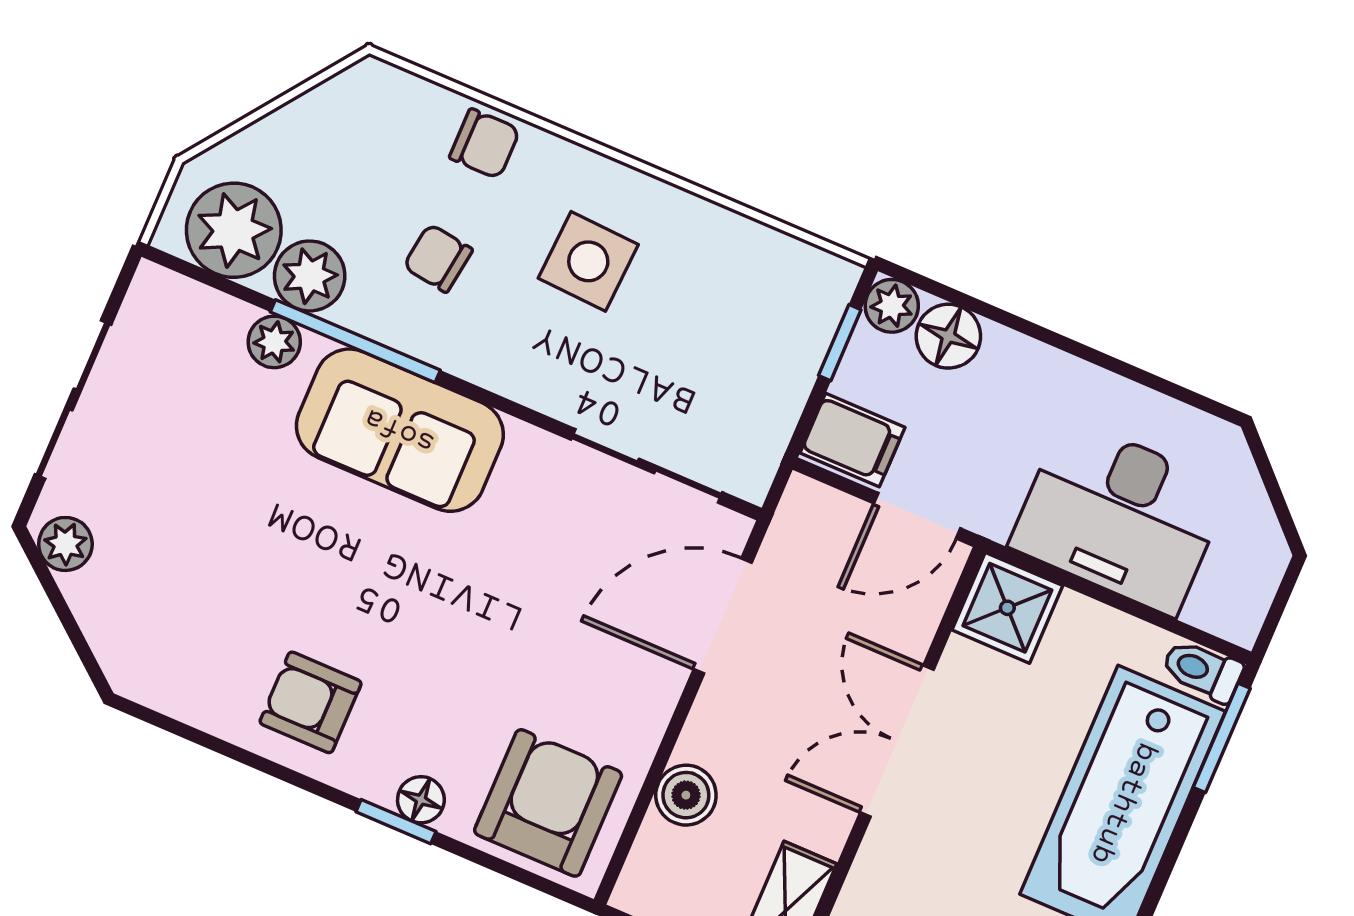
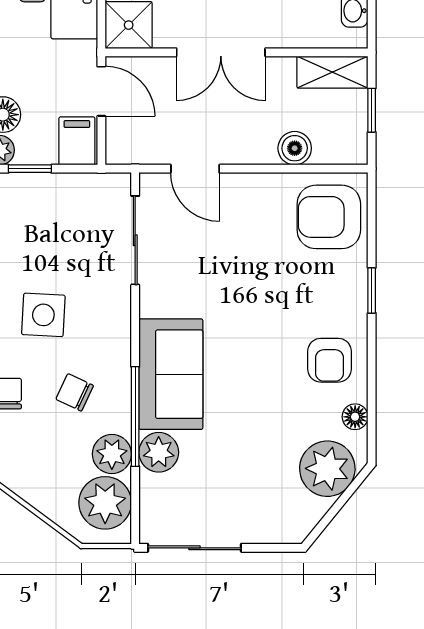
chair: (438, 258) -> (75, 392), turned 107
plant: (274, 342) -> (159, 452), width x1.38, depth x1.38
sliding door: (73, 399) -> (195, 548), moved
plant: (65, 544) -> (327, 469), moved, width x1.88, depth x1.88
door: (723, 616) -> (195, 169), width x0.73
floor lamp: (421, 800) -> (355, 417), moved

